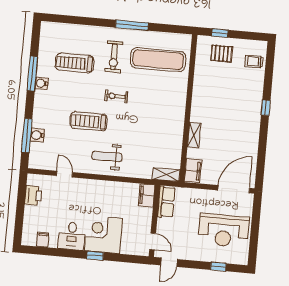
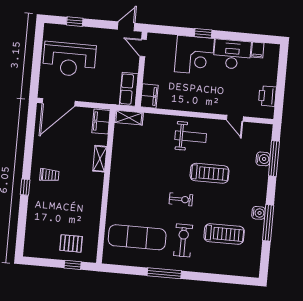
trolley: (254, 62) -> (49, 175), moved
reception desk: (224, 230) -> (69, 59), turned 180
desk: (72, 236) -> (232, 54), width x1.37

